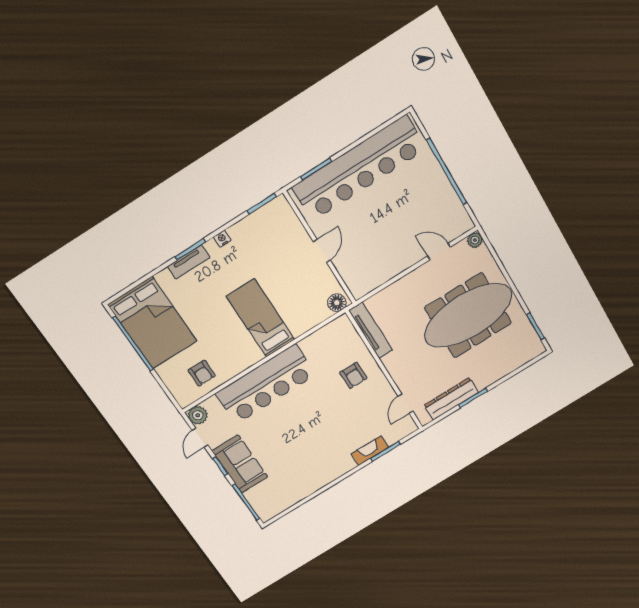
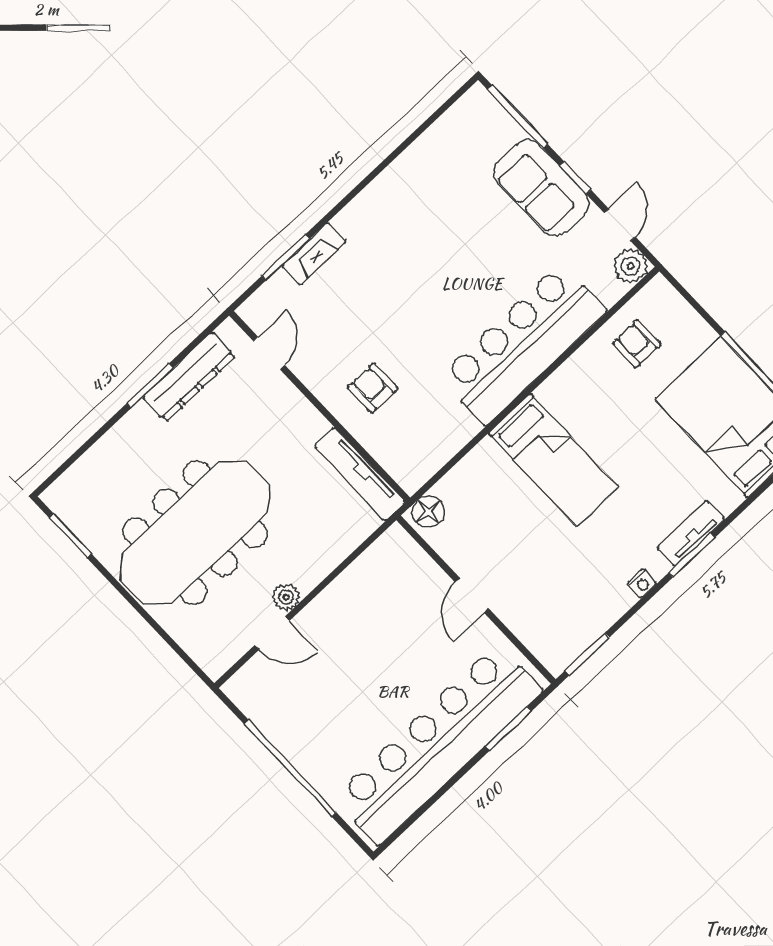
plant: (475, 240) -> (286, 597), moved

